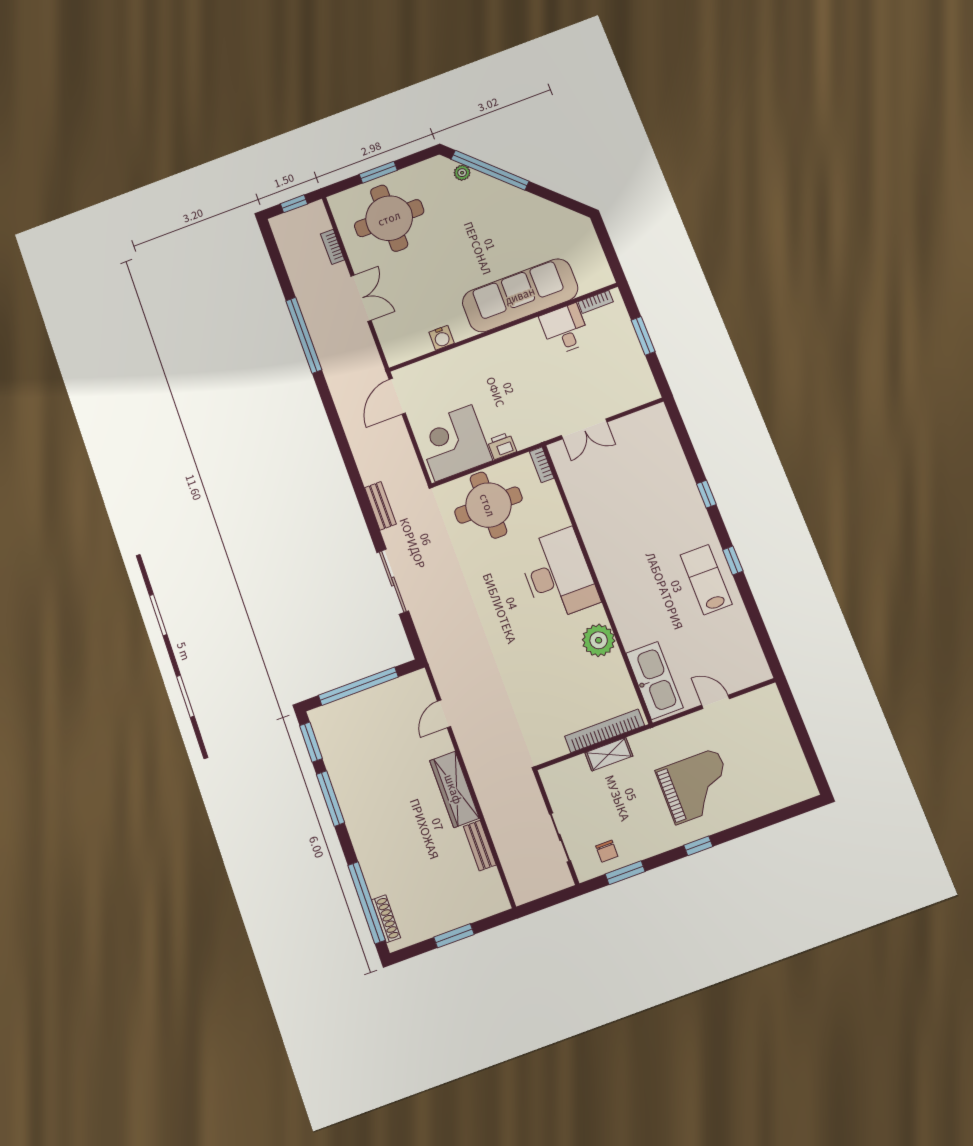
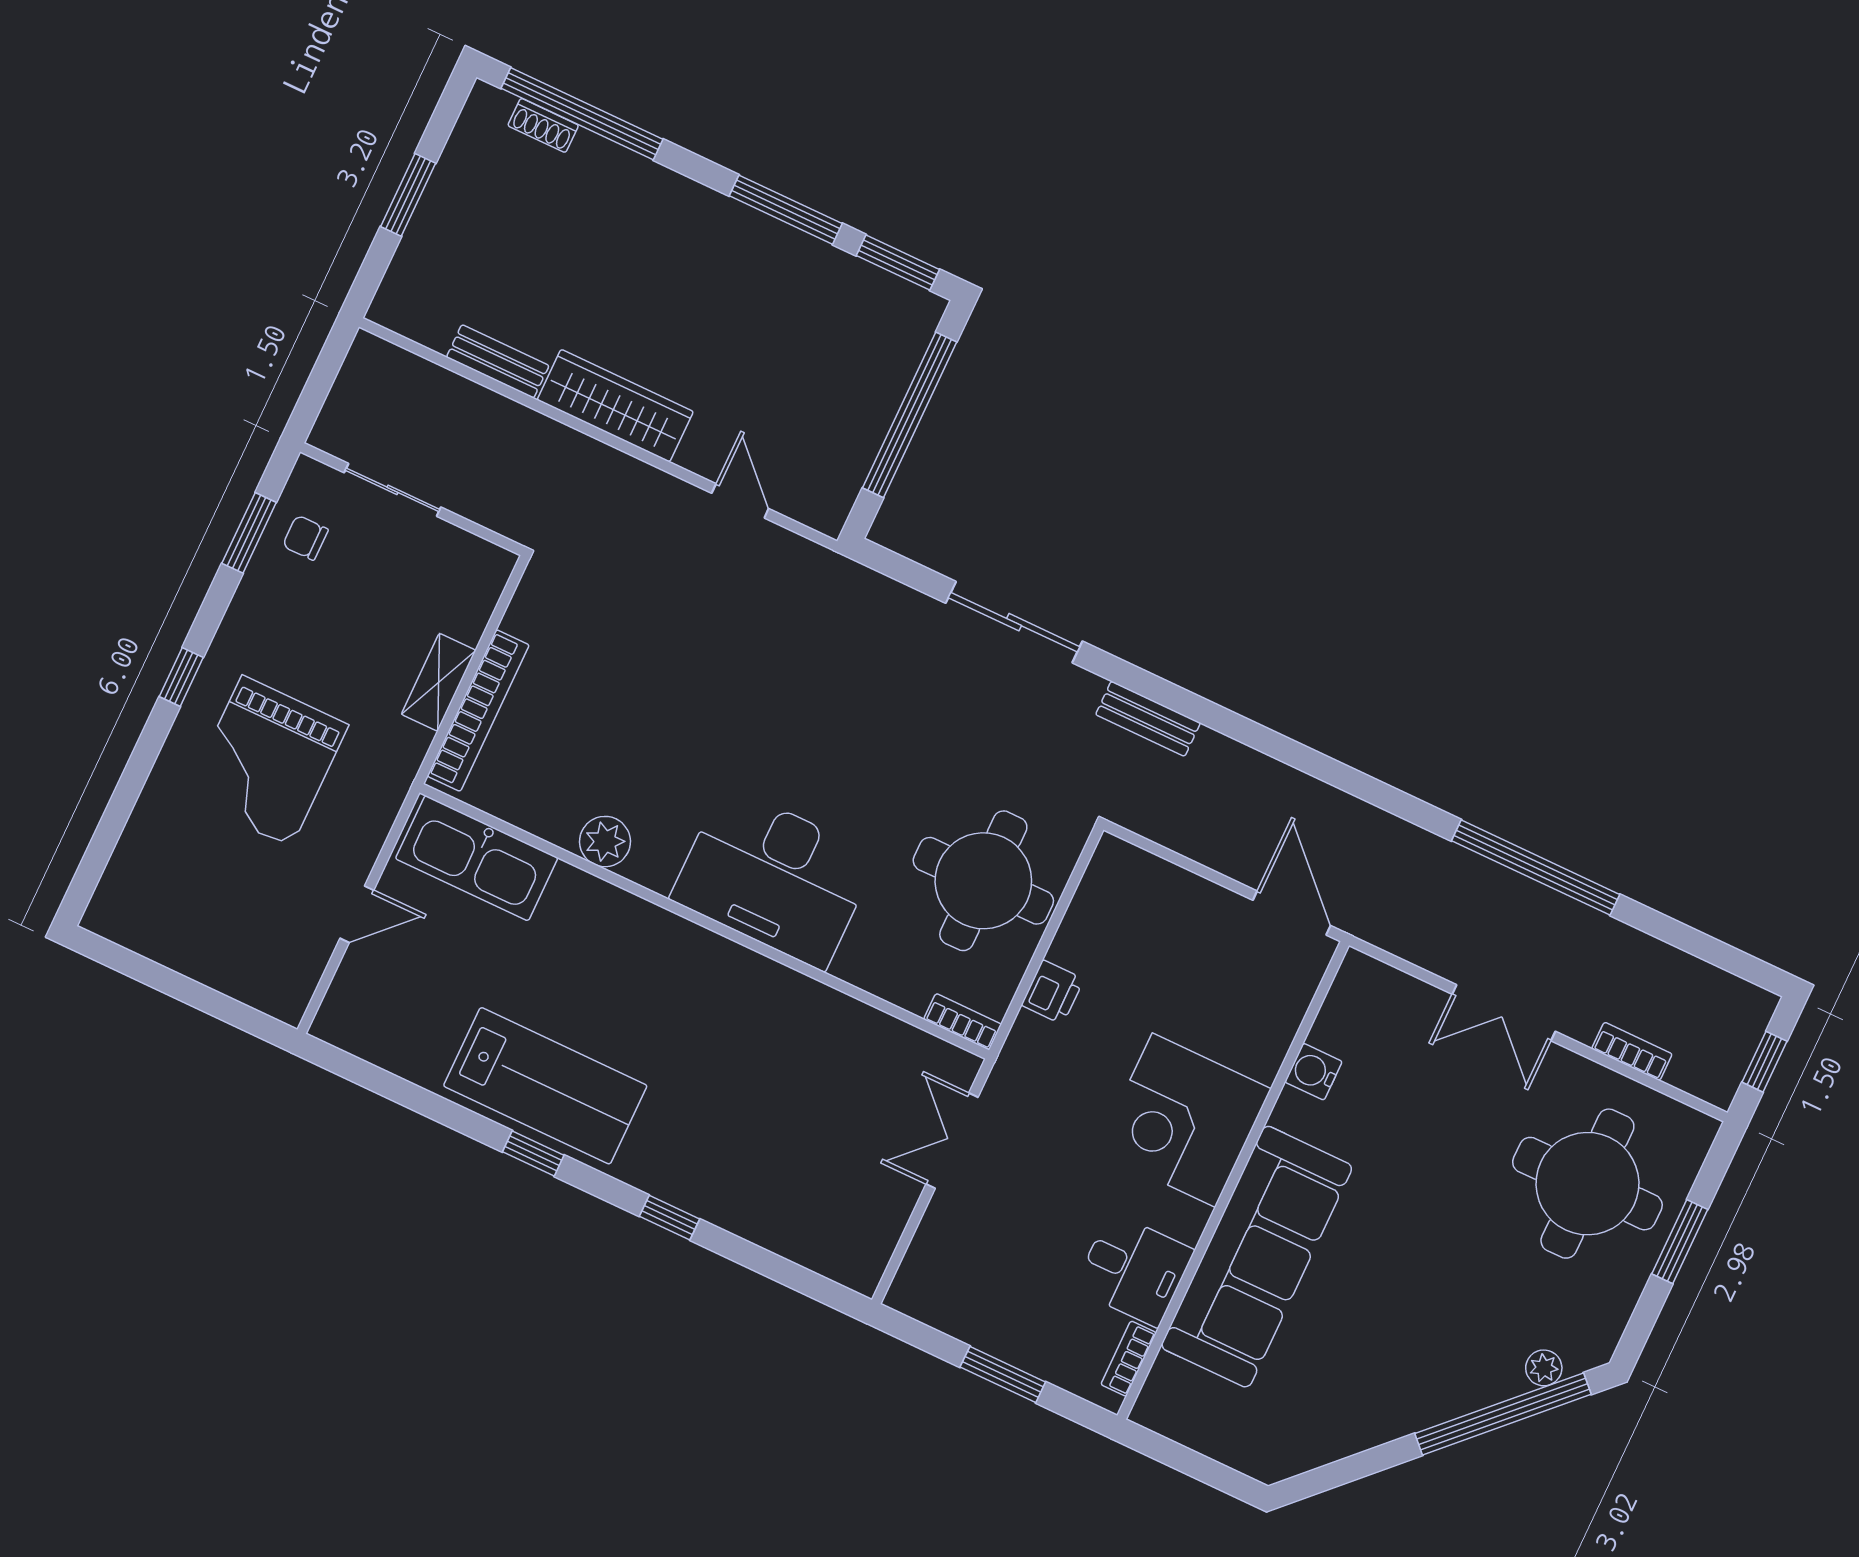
corner desk: (453, 443) -> (1184, 1120), moved, turned 180
lab bench: (706, 580) -> (545, 1086), width x1.36, depth x1.39
plant: (599, 640) -> (605, 842), width x0.73, depth x0.73
shoe rack: (386, 919) -> (543, 125), width x0.70

